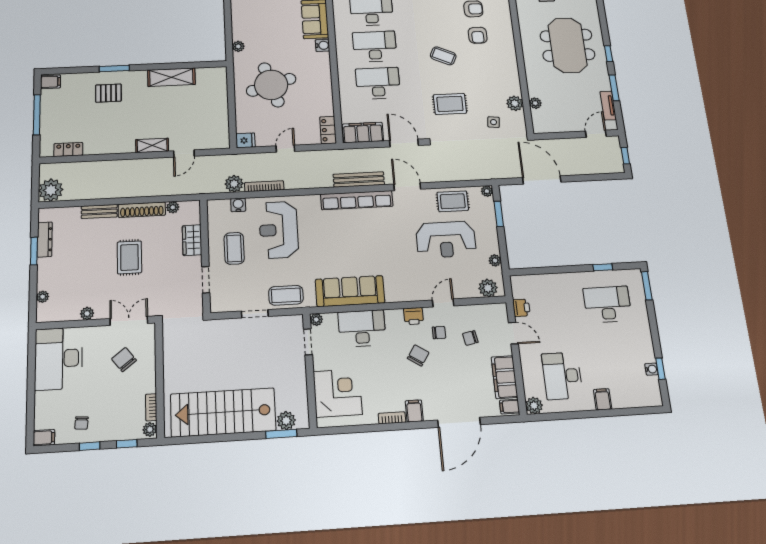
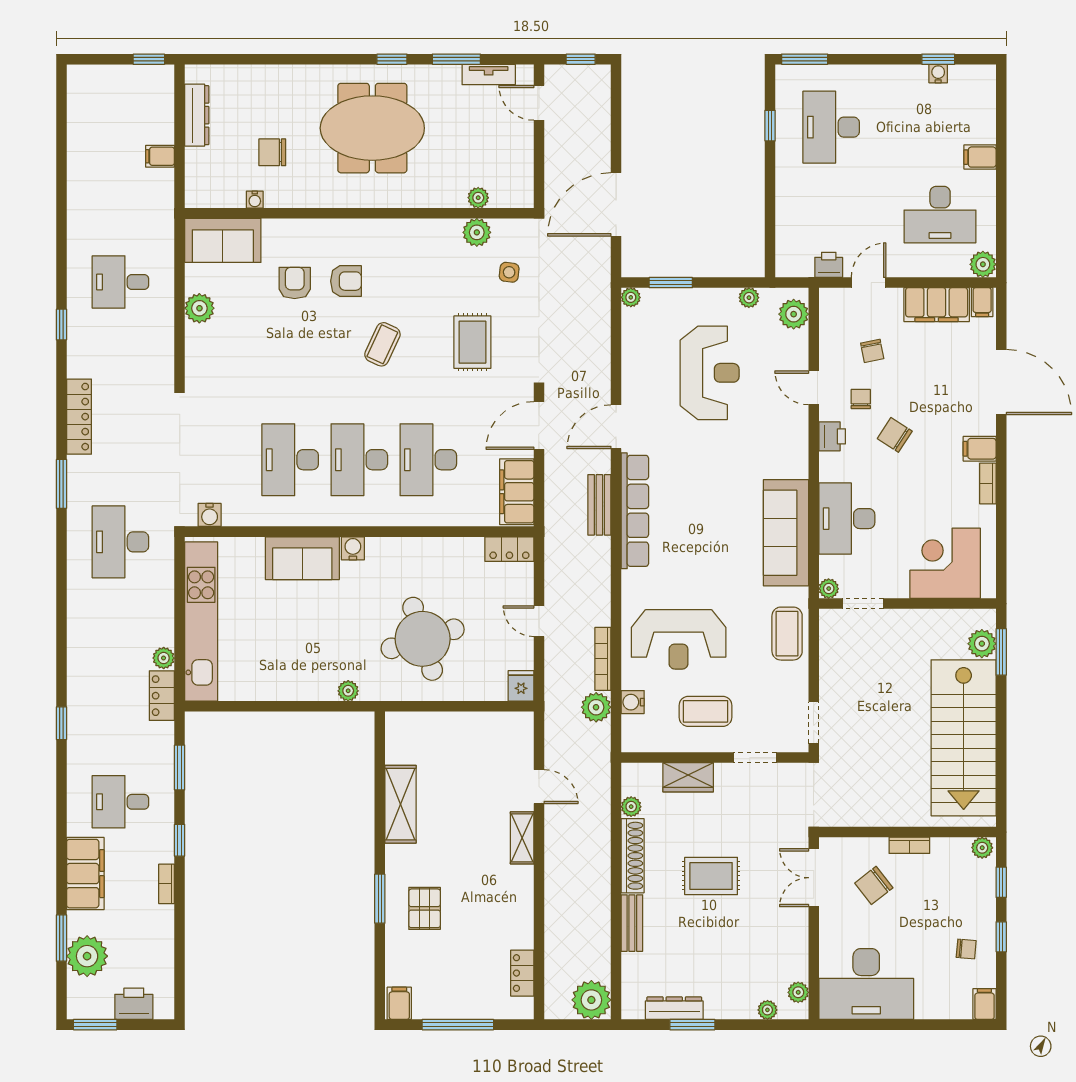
bench: (359, 179) -> (599, 505), width x0.73
rug: (453, 201) -> (645, 355), removed
plant: (87, 313) -> (798, 992), moved
doorway: (255, 314) -> (814, 723), moved
bookcase: (151, 407) -> (909, 845), moved

